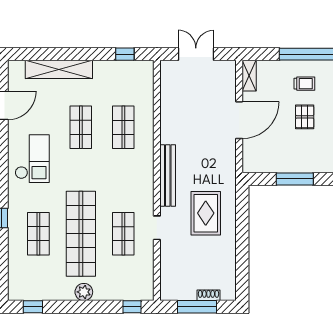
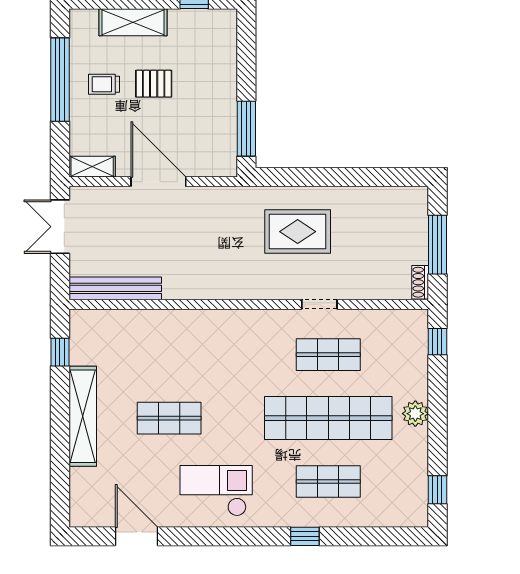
double door: (196, 54) -> (60, 227), moved
shelving: (59, 69) -> (83, 416), moved
trolley: (304, 84) -> (104, 84), turned -90
shop shelf: (123, 127) -> (169, 355), removed
bench: (168, 176) -> (115, 288), moved
window: (295, 179) -> (246, 129), moved
shoe rack: (208, 295) -> (420, 282), moved

